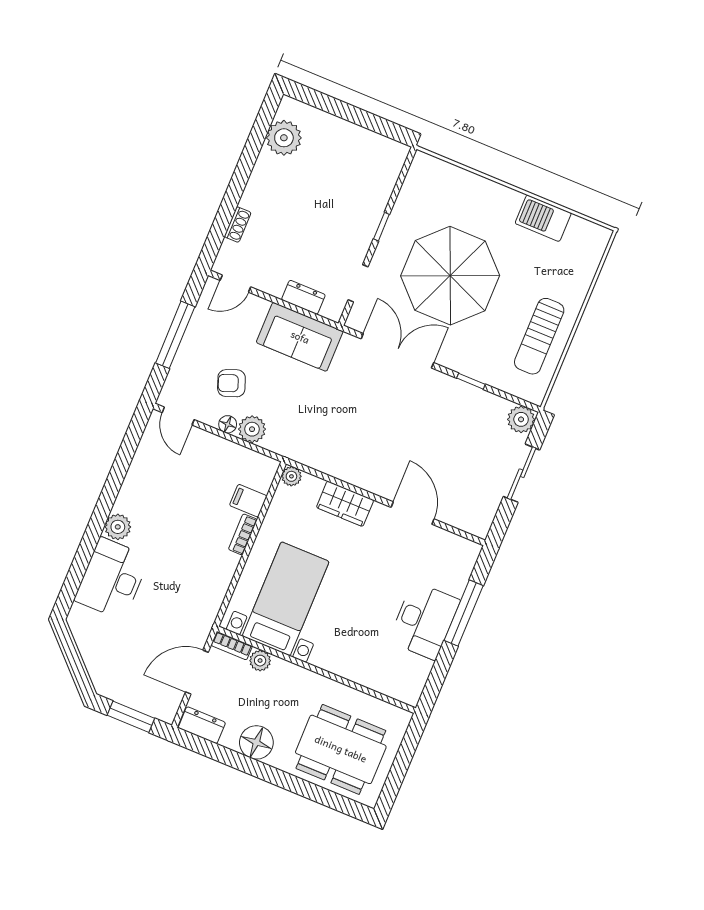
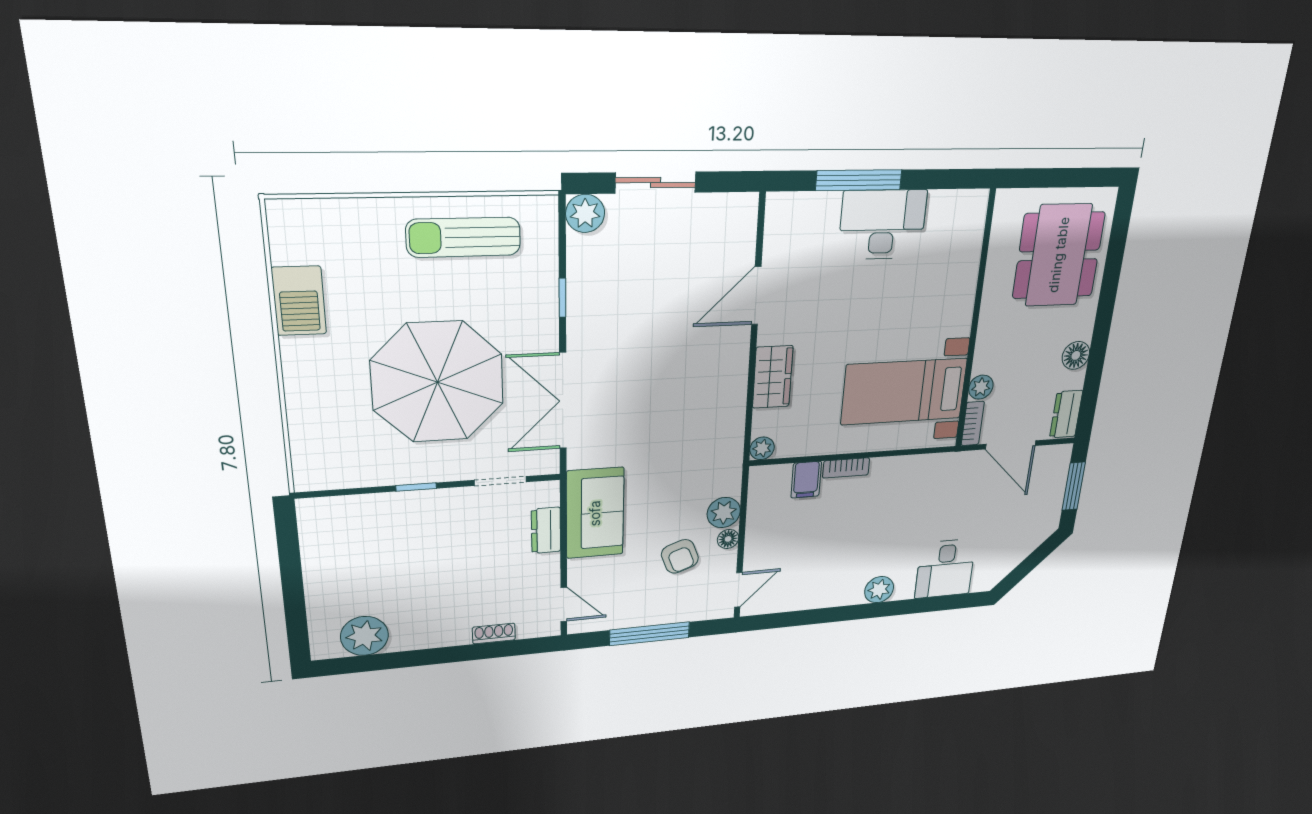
sun lounger: (539, 336) -> (463, 237), turned 180
desk: (112, 579) -> (945, 569), width x0.73
floor lamp: (256, 742) -> (1076, 355), width x0.73, depth x0.73

